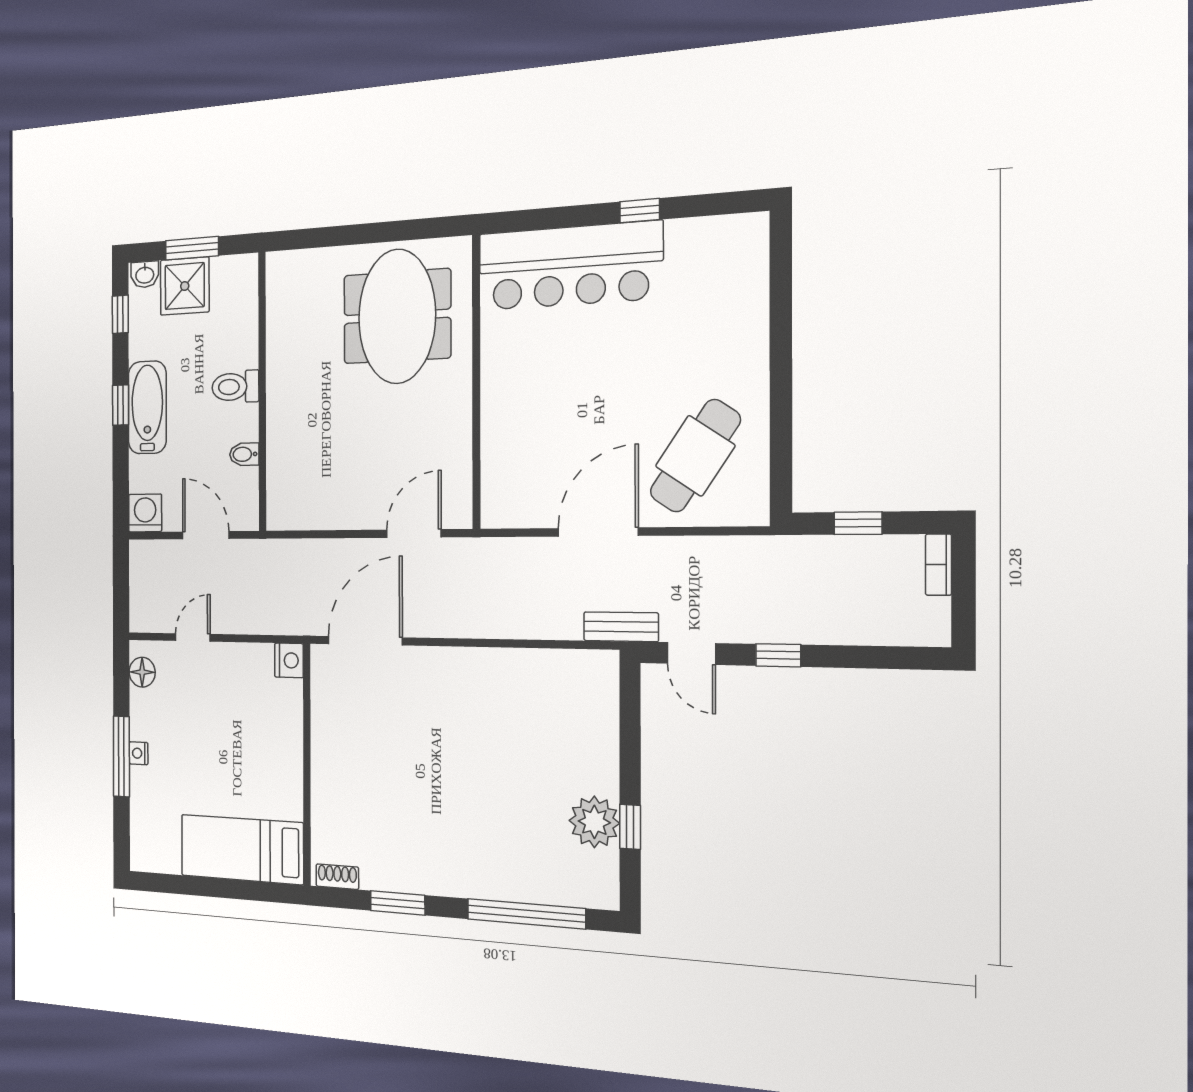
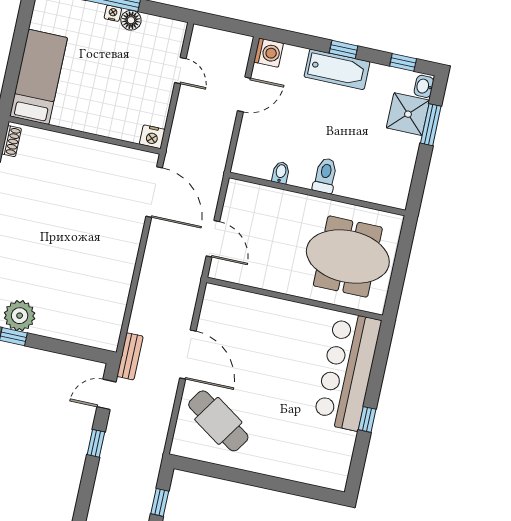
toilet: (235, 387) -> (325, 176), moved
wall: (262, 392) -> (317, 194), moved
bidet: (244, 454) -> (281, 173), moved
floor lamp: (142, 672) -> (131, 20), moved

